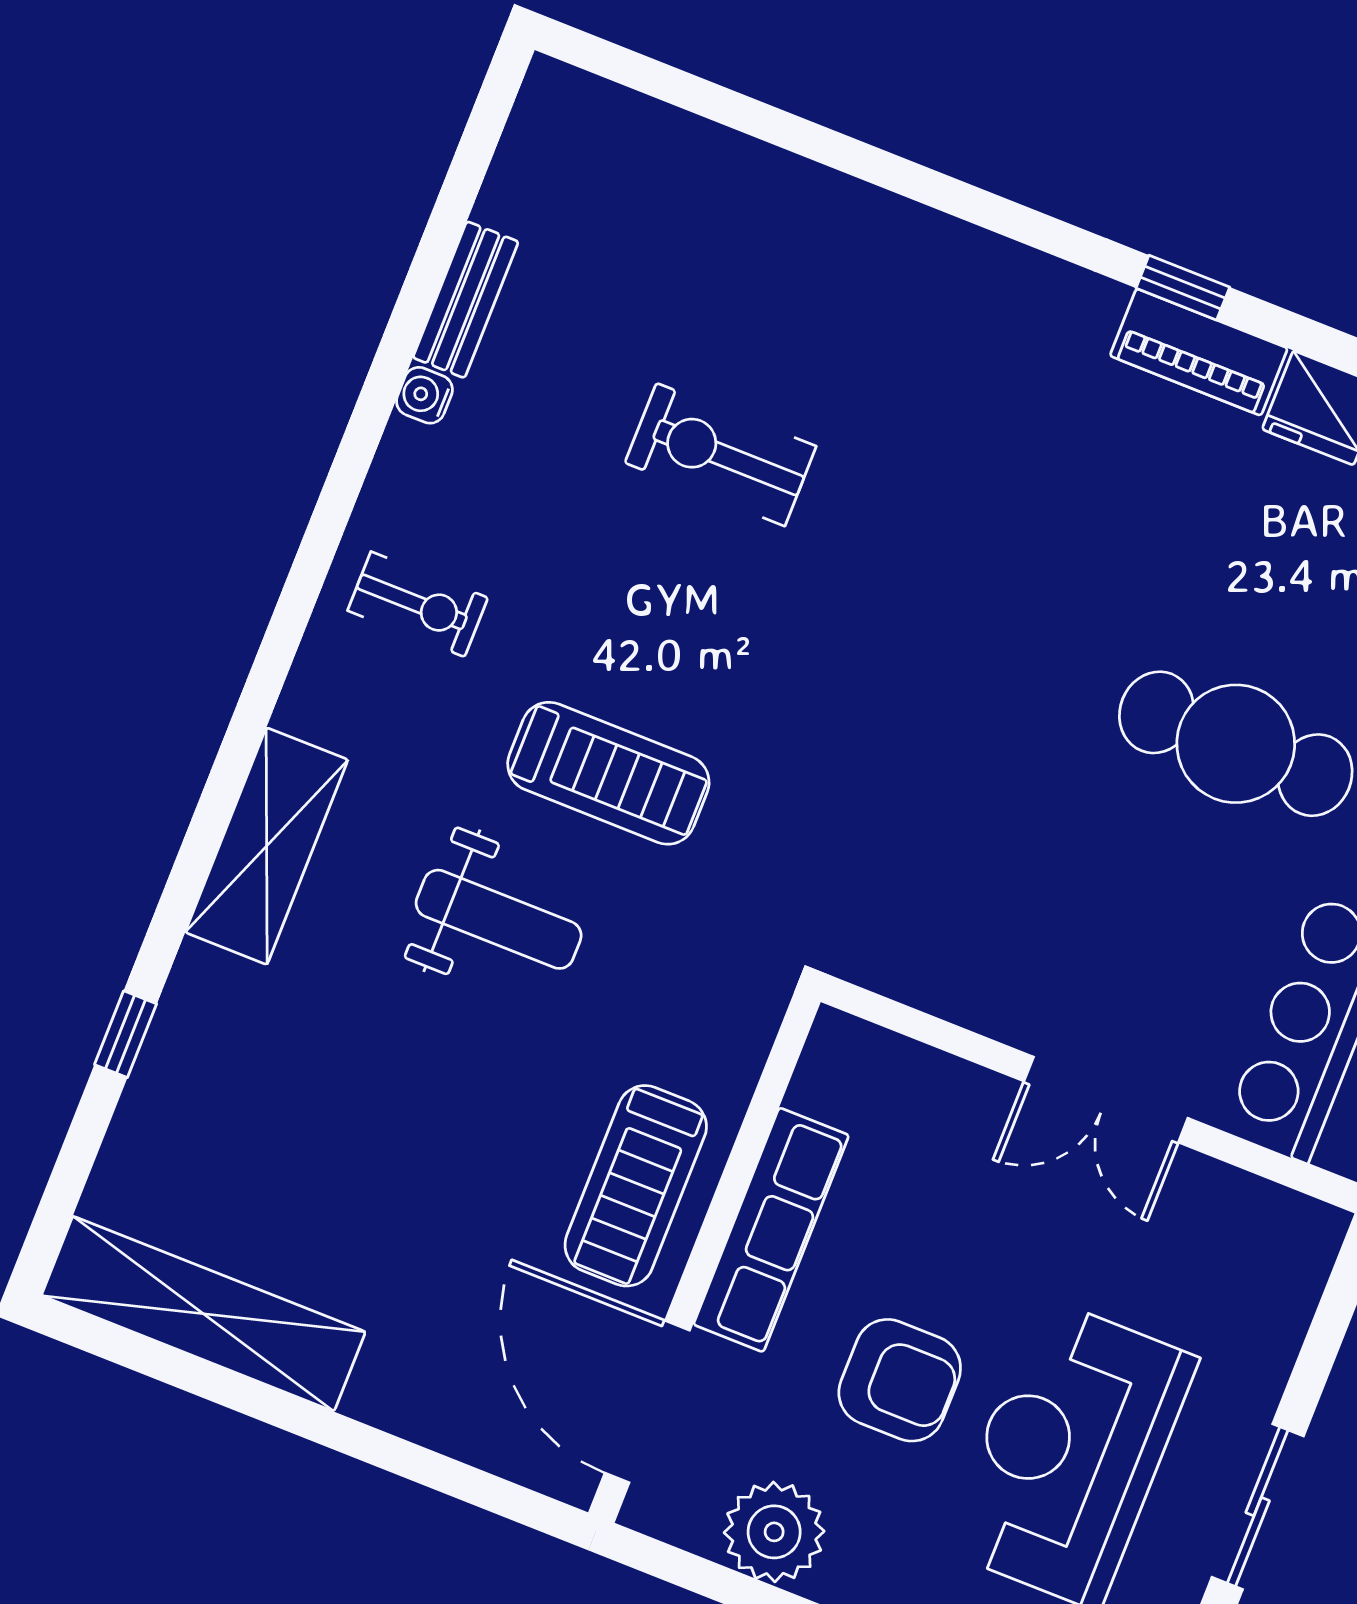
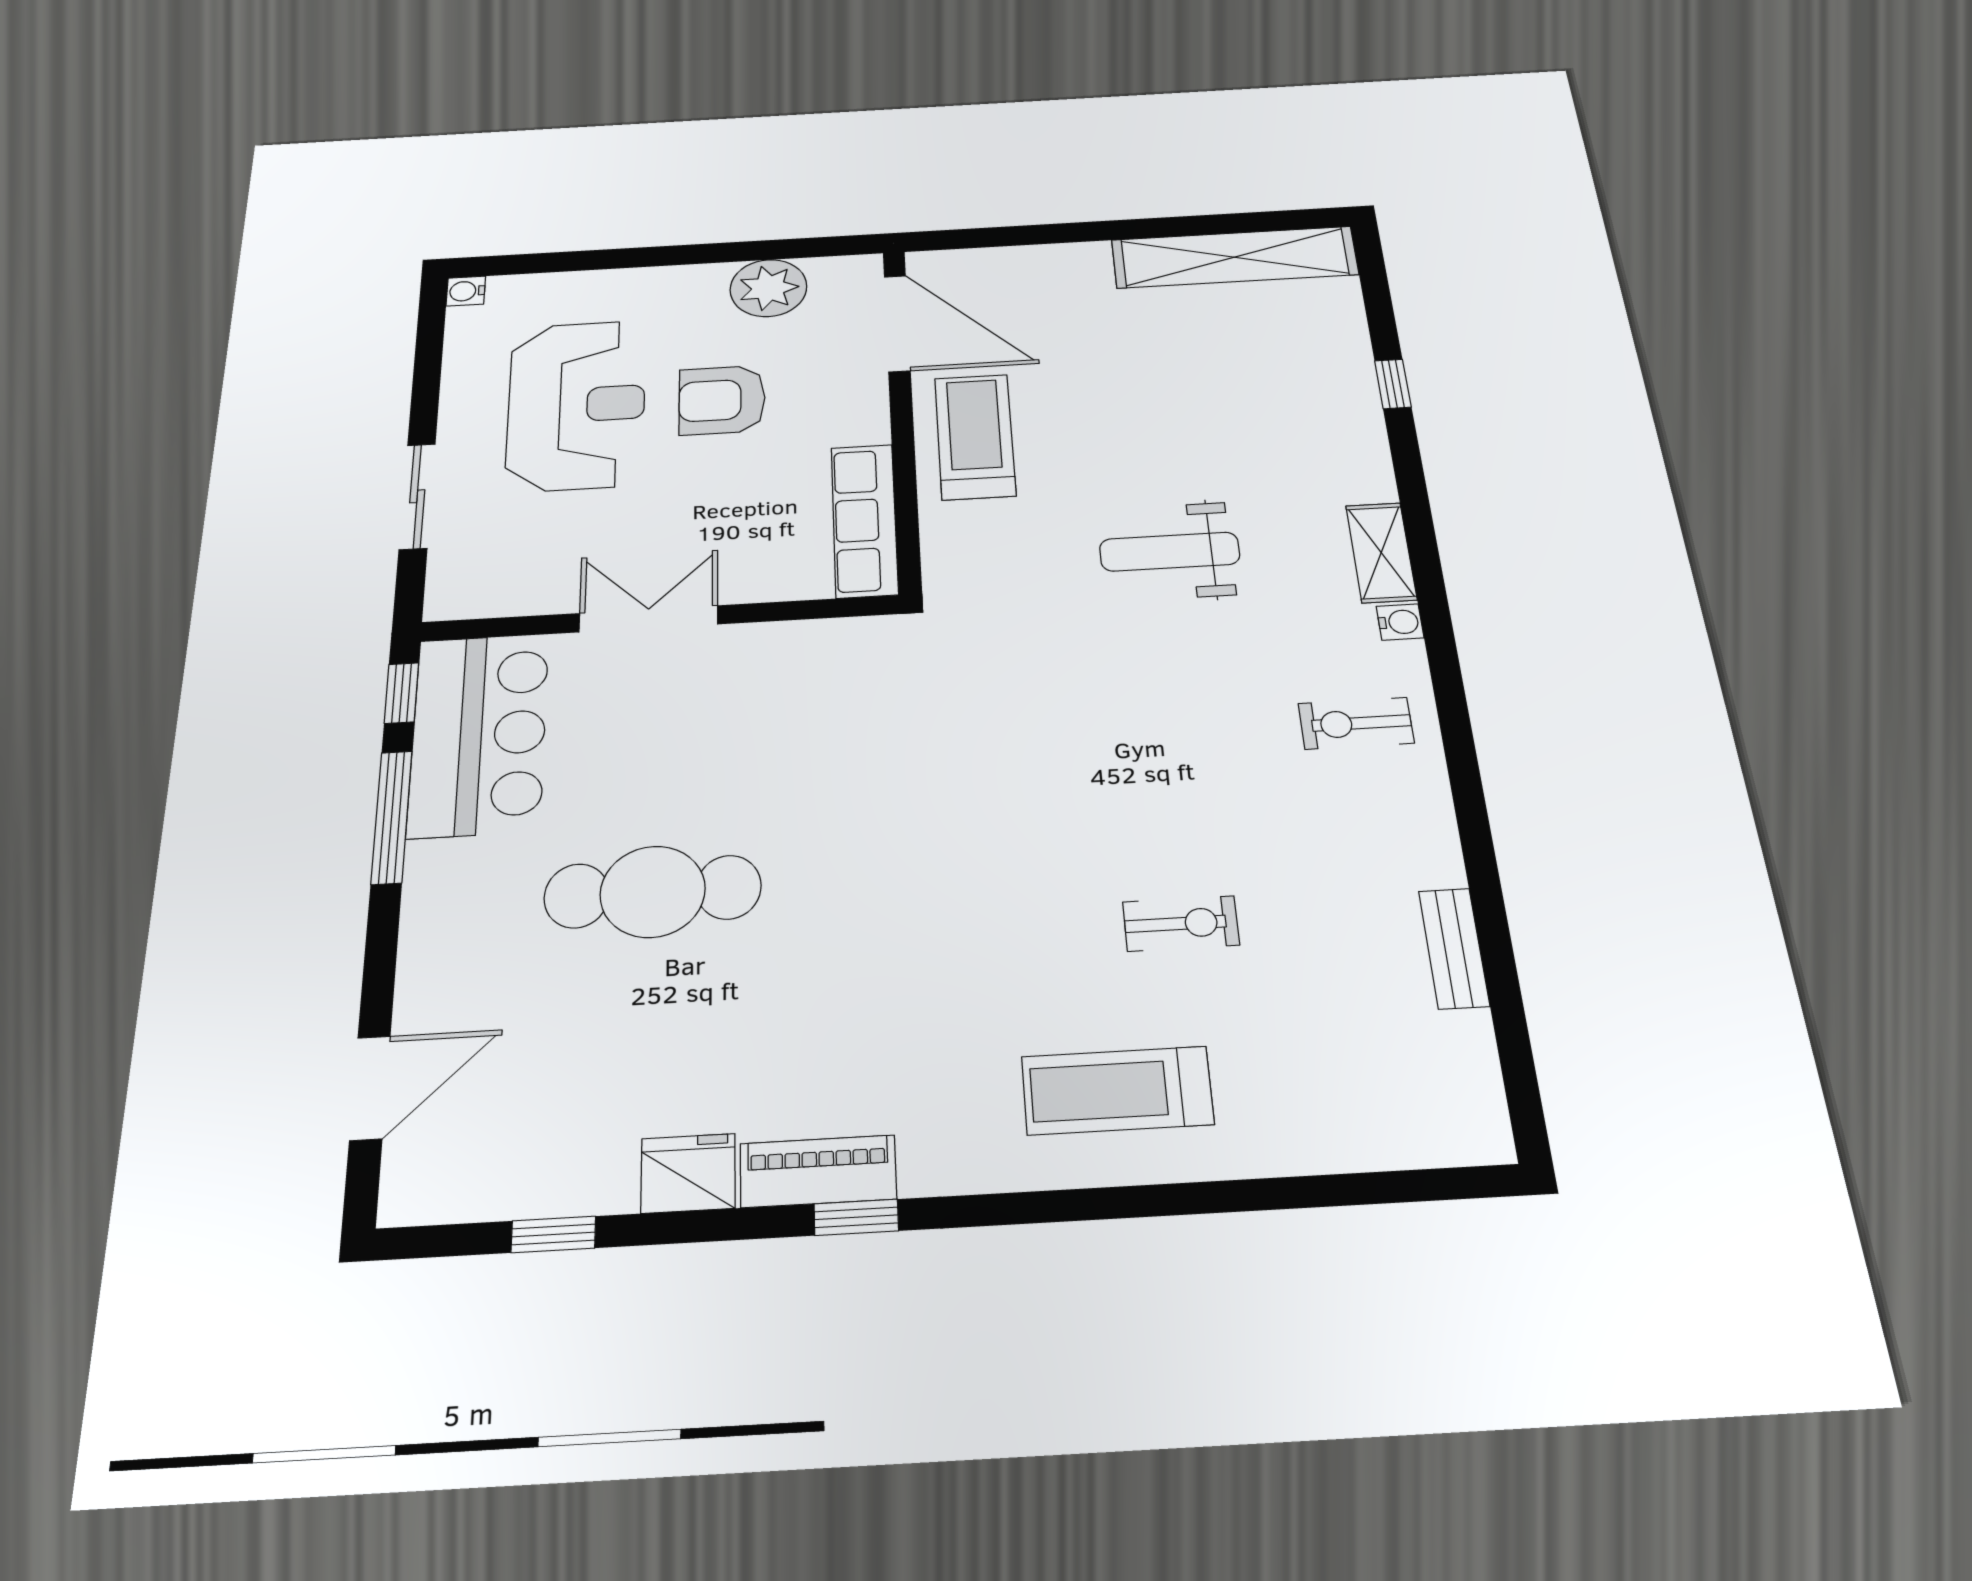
water cooler: (424, 395) -> (1400, 622), moved
exercise bike: (721, 455) -> (1181, 923), width x0.73, depth x0.72
treadmill: (608, 773) -> (1117, 1090), moved
shelving: (267, 846) -> (1381, 552), width x0.67, depth x0.75
row of seats: (771, 1230) -> (864, 520), moved
sliding door: (1258, 1507) -> (417, 496), moved

